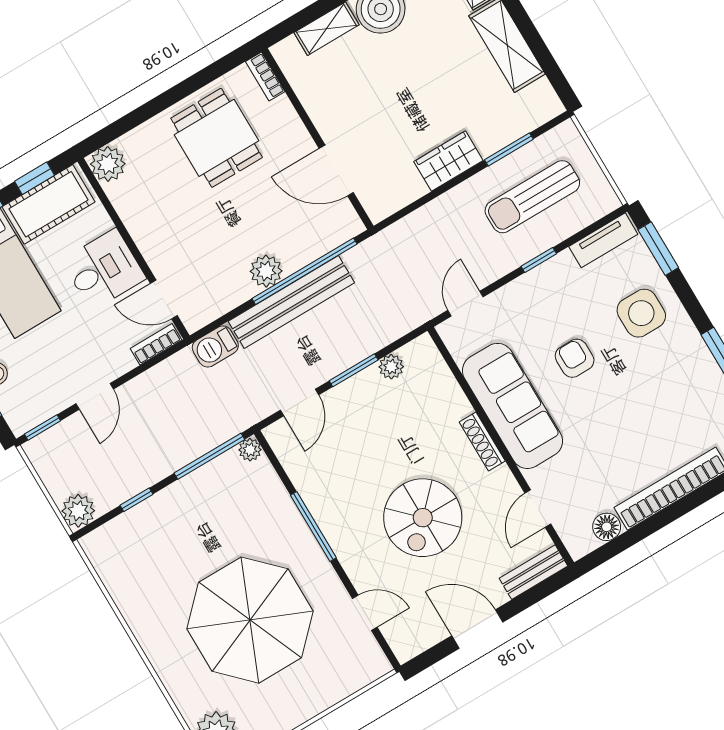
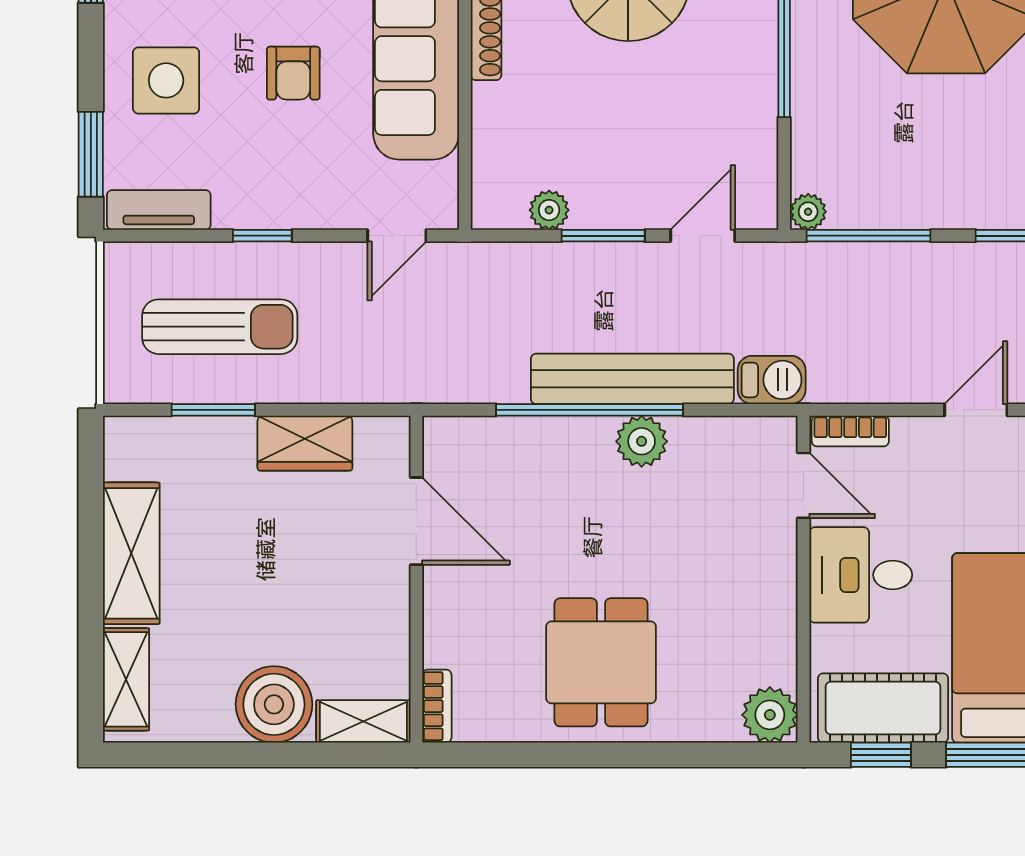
bookcase: (265, 77) -> (437, 706), moved
wall: (317, 139) -> (416, 579), moved
door: (336, 170) -> (416, 521), moved

